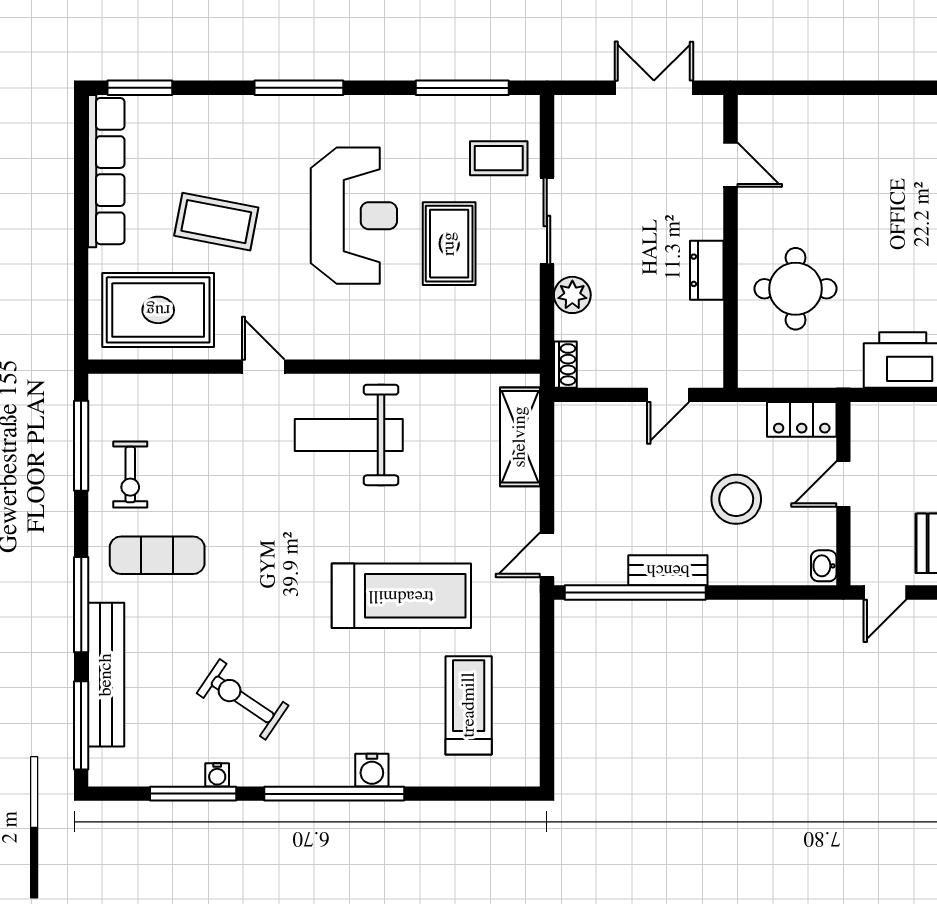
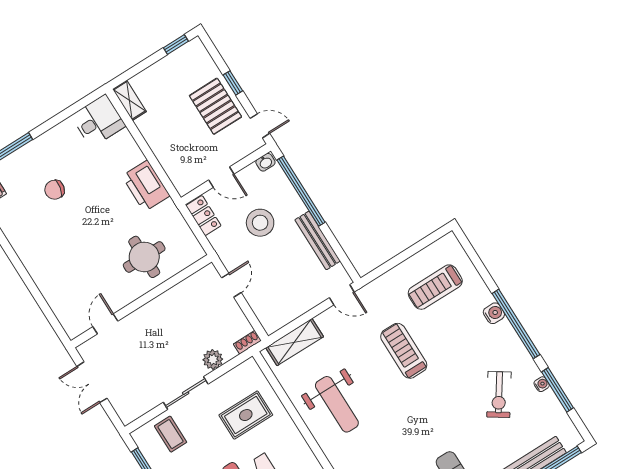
rug: (449, 244) -> (246, 415), moved
dresser: (707, 270) -> (162, 304), removed
door: (668, 395) -> (231, 285), hinge flipped
weight bench: (349, 435) -> (337, 404), moved
bench: (668, 570) -> (318, 240), width x1.36
window: (635, 592) -> (301, 191), moved
treadmill: (401, 596) -> (404, 351), width x0.73, depth x0.73

